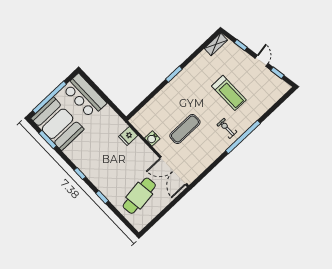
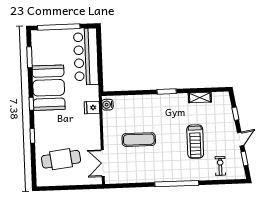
shelving: (216, 44) -> (200, 97), moved
bar counter: (84, 96) -> (86, 57), width x1.36
booth: (58, 124) -> (49, 88), moved
exercise bike: (227, 128) -> (220, 166), moved
water cooler: (152, 138) -> (107, 105), moved
double door: (173, 171) -> (103, 163), width x0.73

